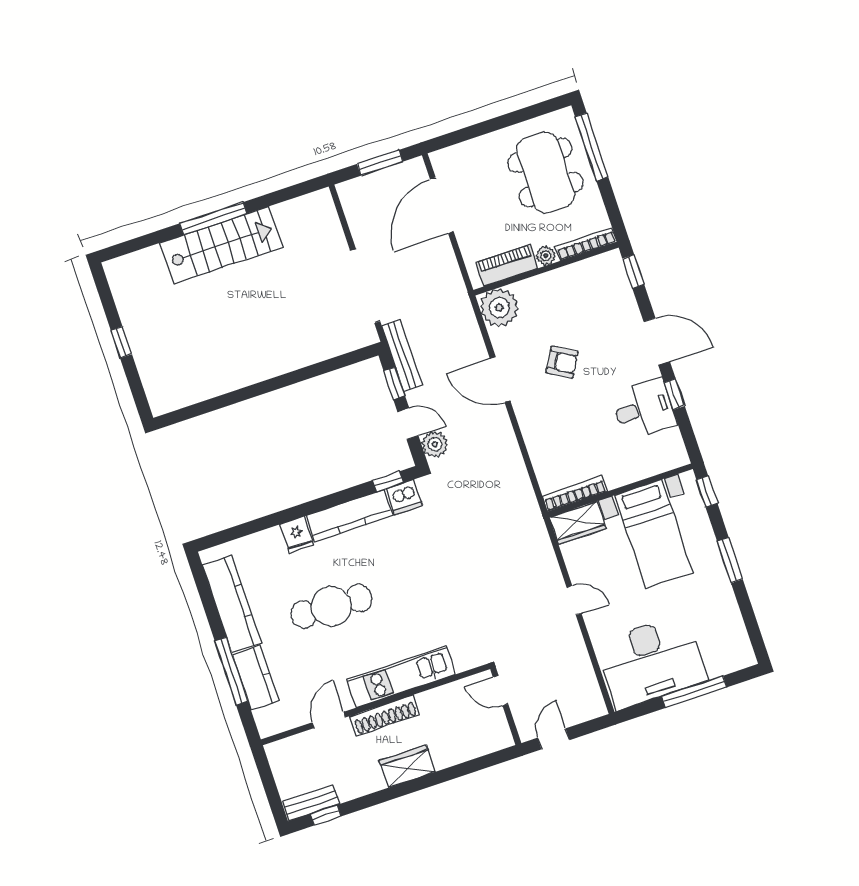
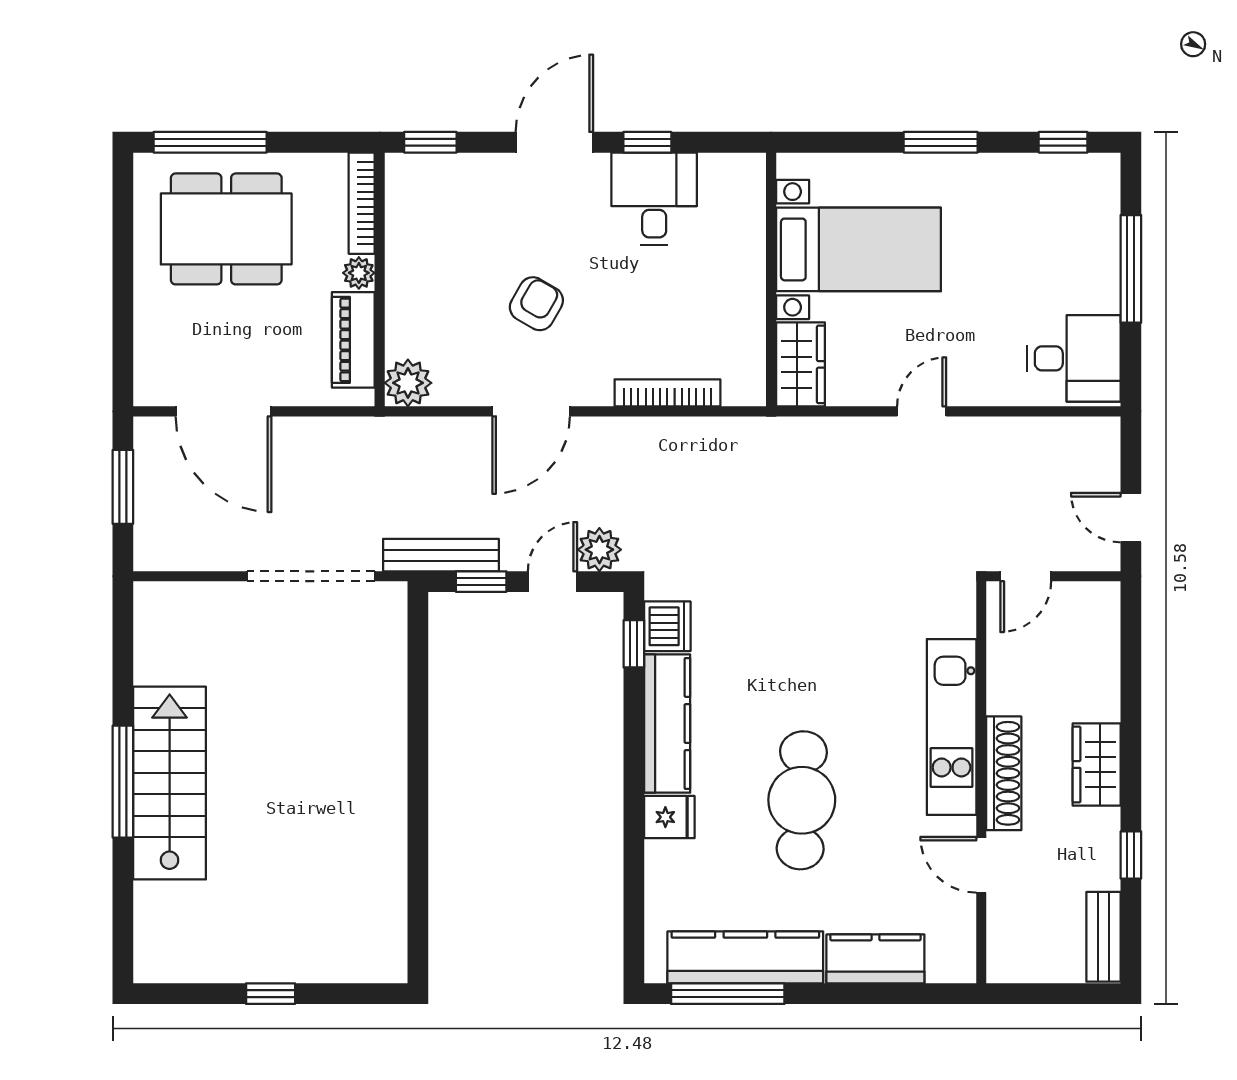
plant: (499, 308) -> (408, 383), width x0.73, depth x0.73
window: (707, 492) -> (1063, 142), moved
bookcase: (575, 494) -> (667, 393), moved, turned 90
desk: (652, 662) -> (1074, 358), width x0.53, depth x0.77
window: (231, 671) -> (728, 994), moved
window: (326, 815) -> (1131, 855), moved

